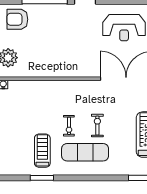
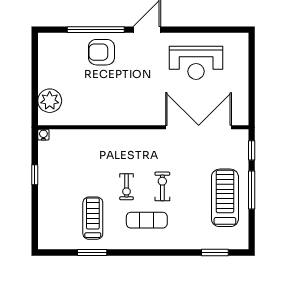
armchair: (17, 19) -> (101, 52), moved
exercise mat: (85, 152) -> (147, 220), width x0.73, depth x0.69

